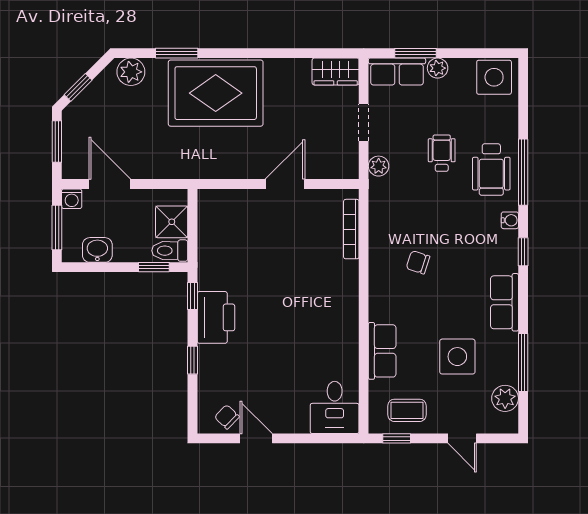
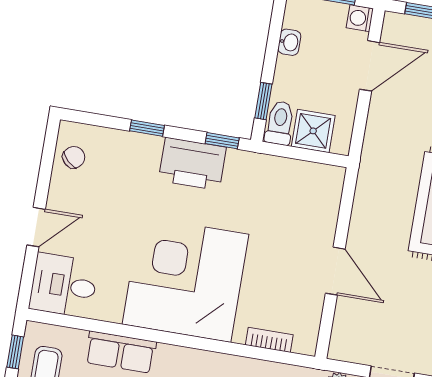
bookcase: (351, 229) -> (269, 340), width x0.64
washbasin: (97, 250) -> (289, 42), width x0.72, depth x0.69
corner desk: (313, 307) -> (185, 279), added
door: (256, 438) -> (36, 227), moved

